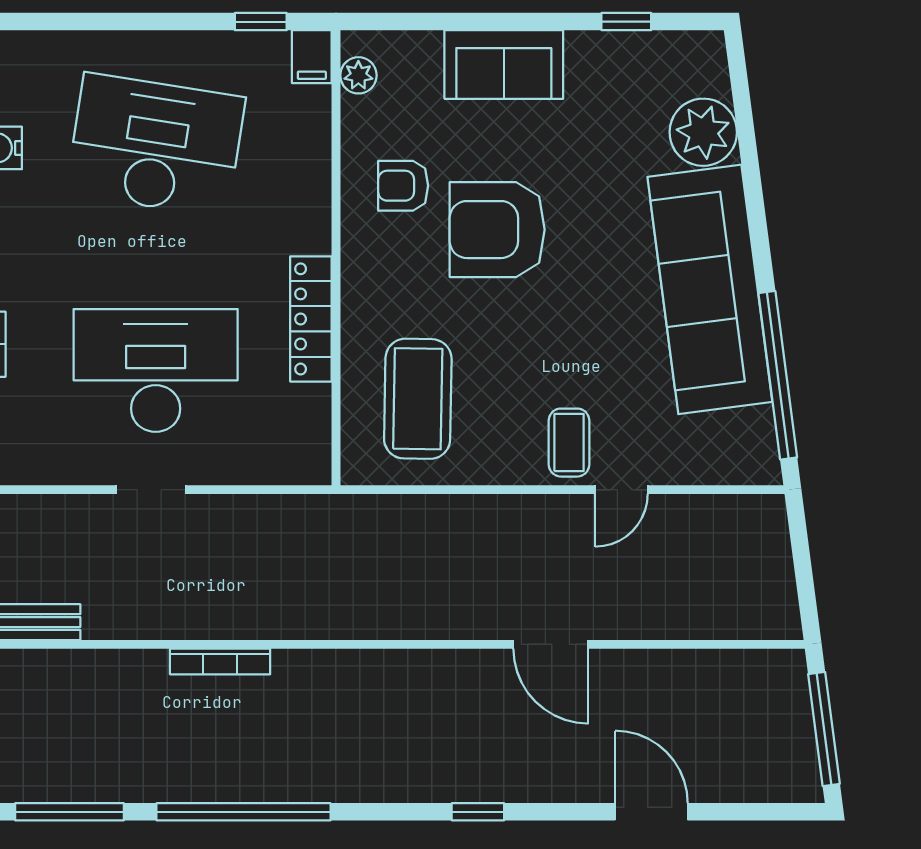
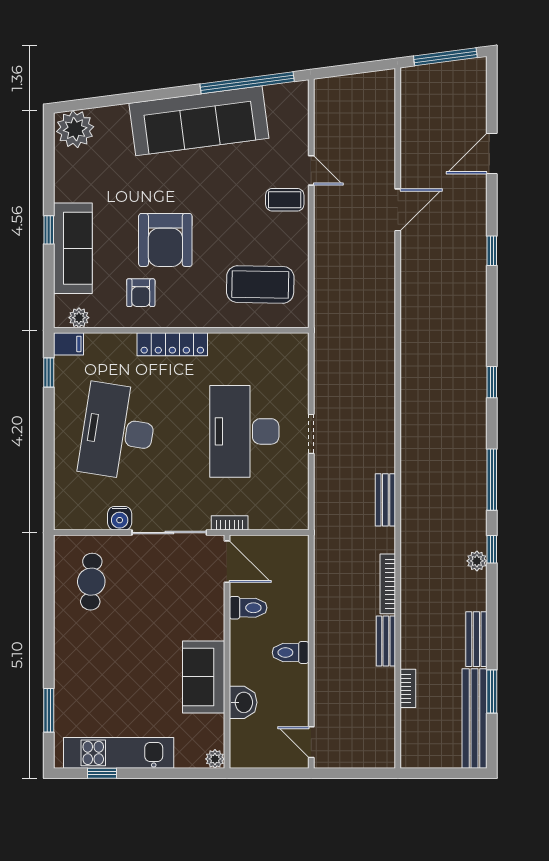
window: (626, 22) -> (49, 230), moved
sofa: (504, 64) -> (73, 248), width x1.36
plant: (703, 132) -> (75, 129), moved
locker: (311, 319) -> (172, 344), moved
bookcase: (220, 661) -> (407, 395), removed
window: (244, 812) -> (492, 382), width x0.32

